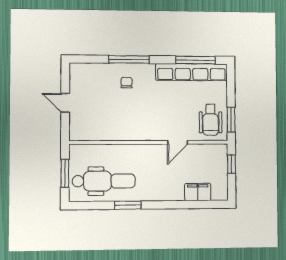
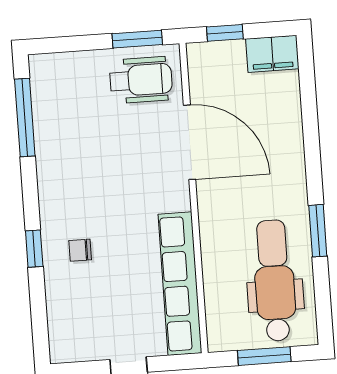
window: (129, 59) -> (34, 249), width x0.46
row of seats: (192, 72) -> (180, 284), moved, turned 180
door: (178, 142) -> (190, 142), width x1.88
filing cabinet: (198, 192) -> (272, 54), moved, turned -90

